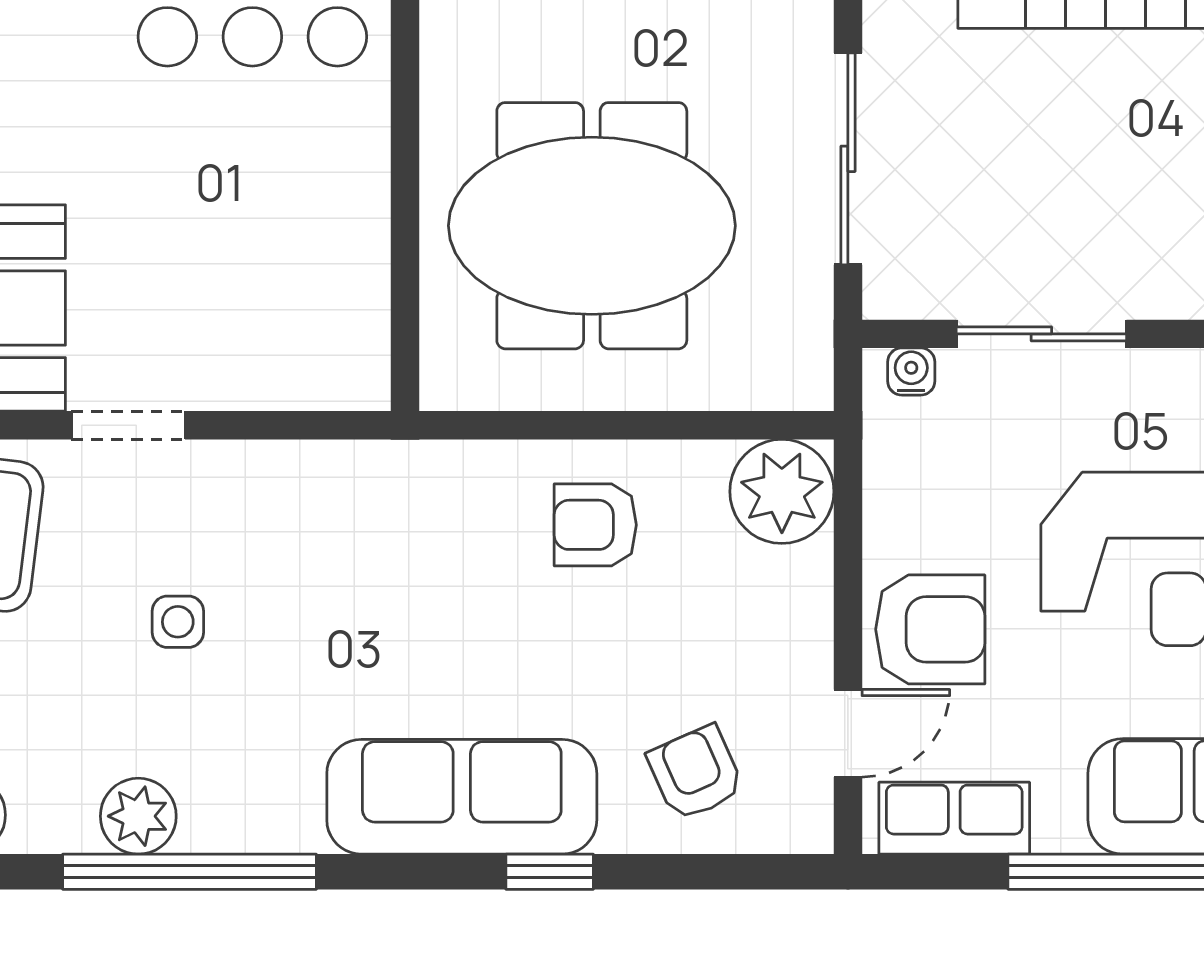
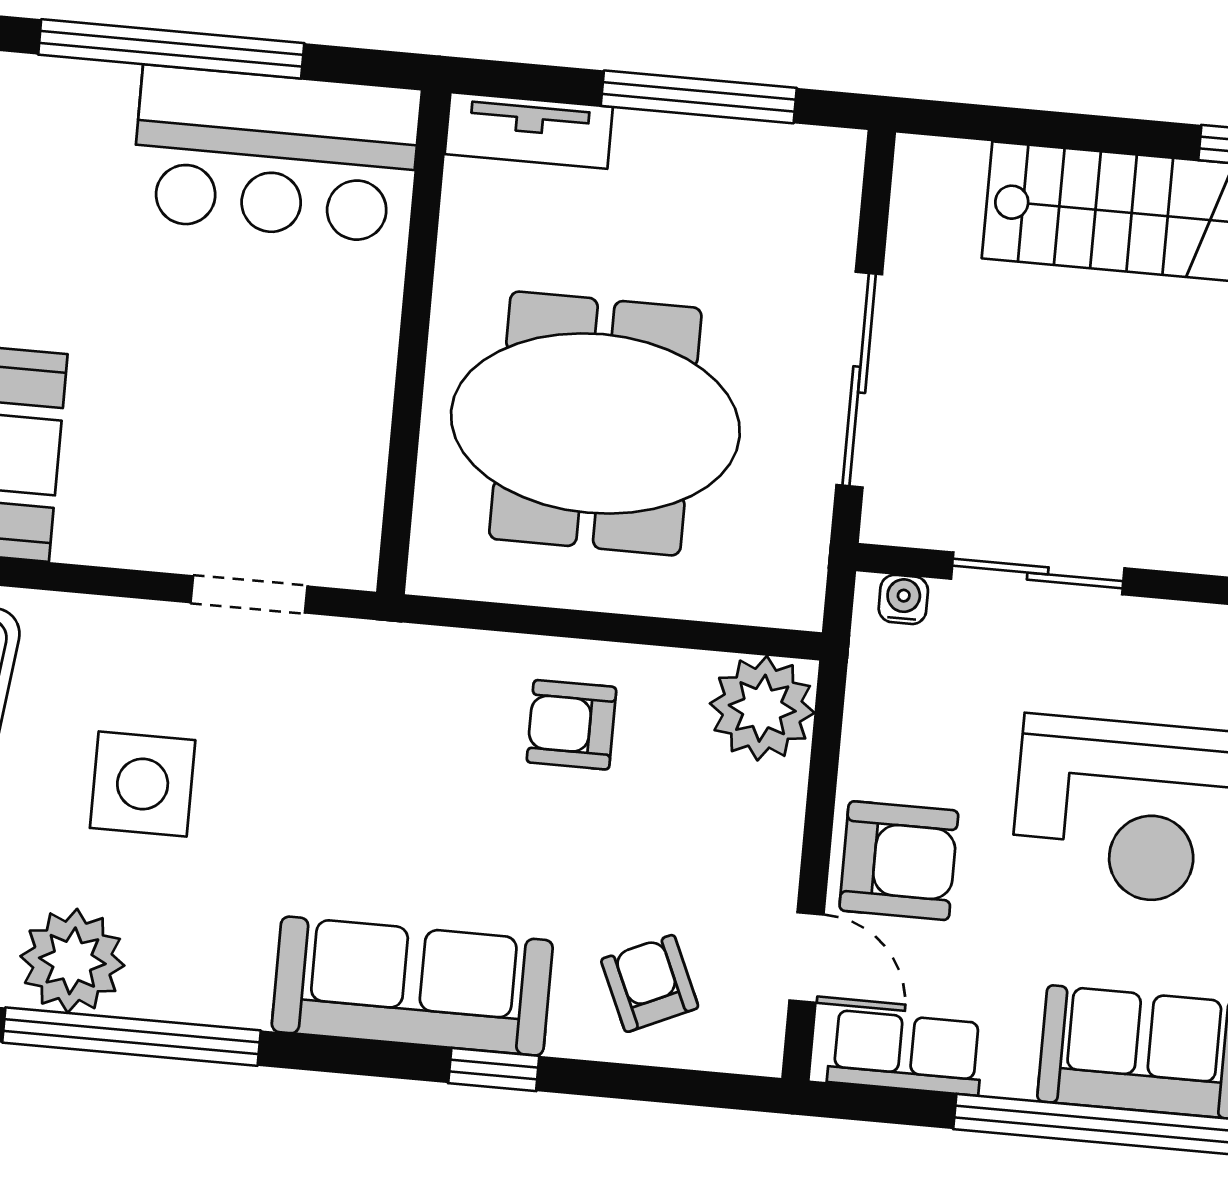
doorway: (128, 425) -> (249, 594), moved
side table: (178, 622) -> (143, 784), width x1.87, depth x1.87
door: (848, 733) -> (807, 957), hinge flipped
plant: (138, 816) -> (72, 961), width x1.36, depth x1.36

